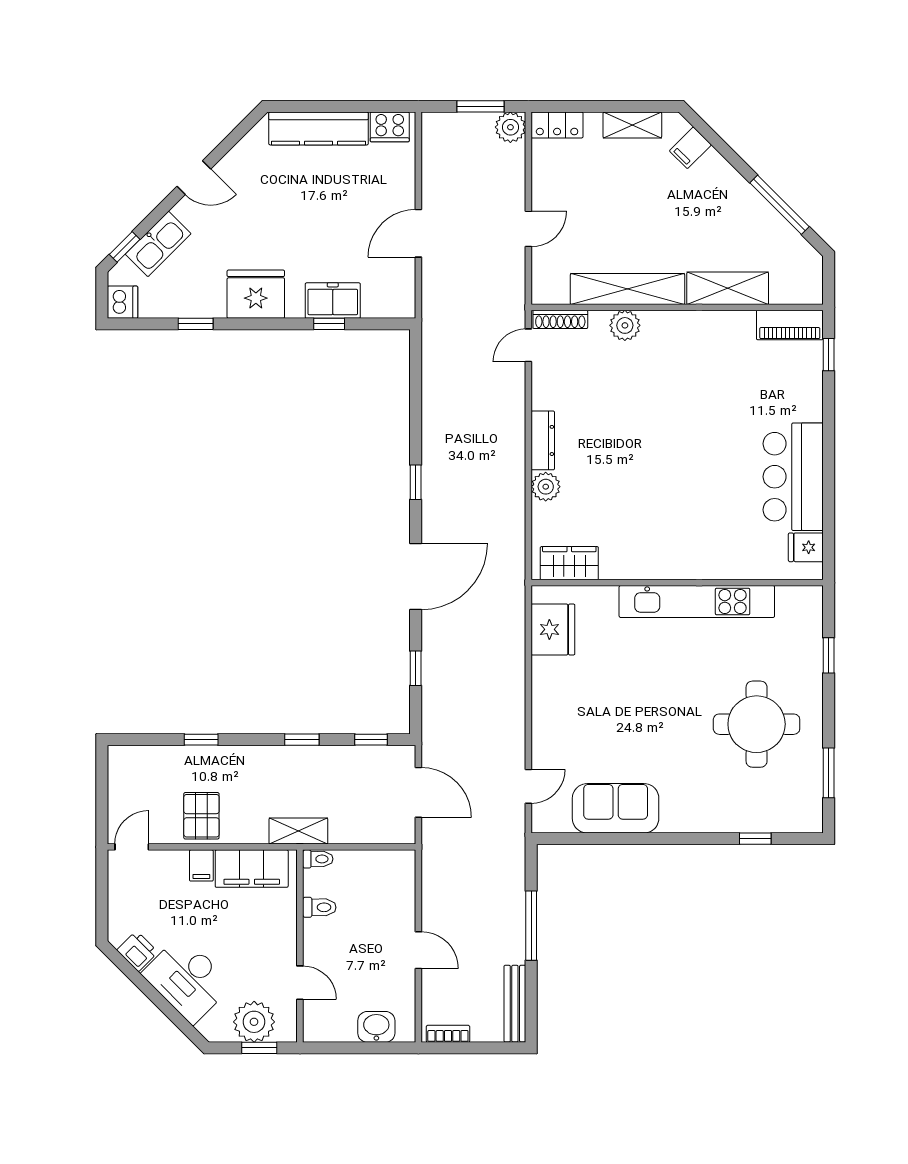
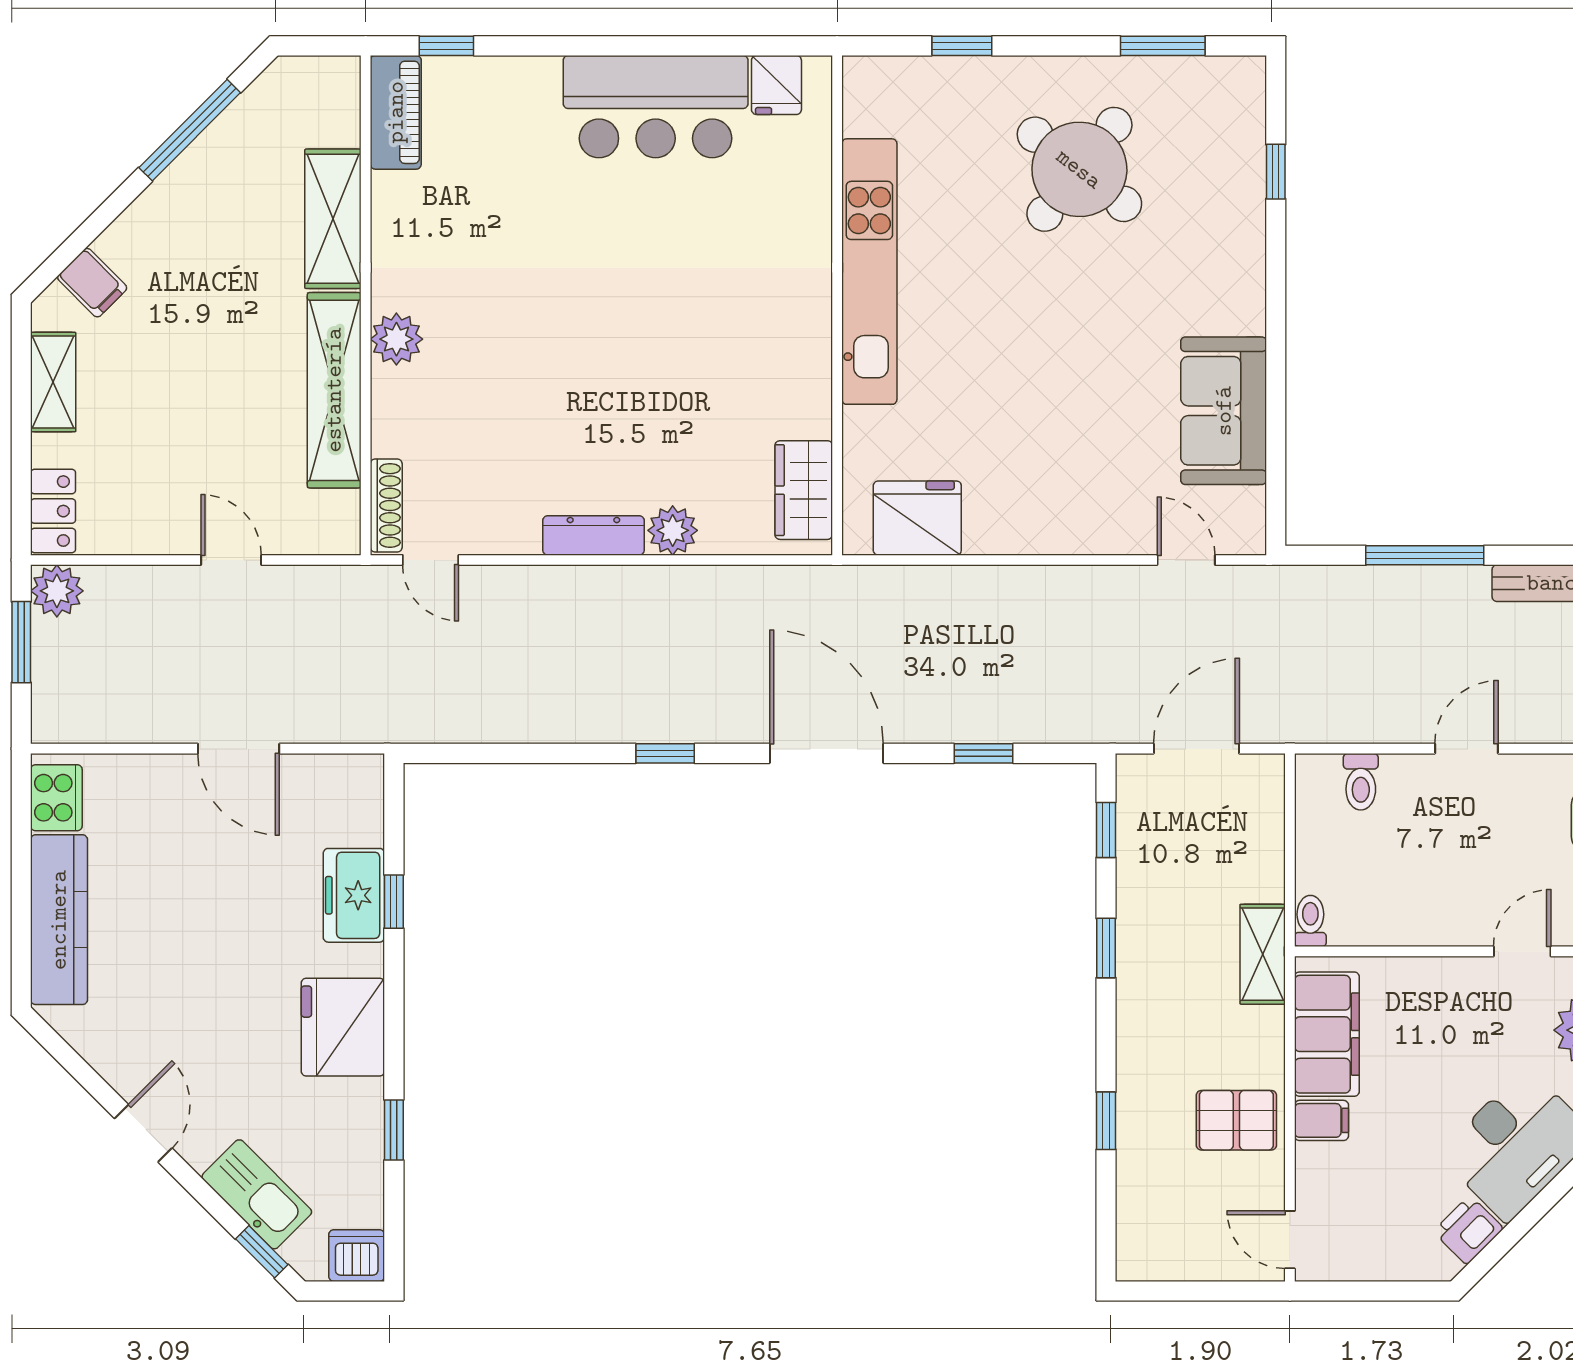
plant: (625, 325) -> (396, 339), moved
round table: (757, 724) -> (1079, 169), turned 38
toilet: (319, 907) -> (1361, 782), moved, turned 180

